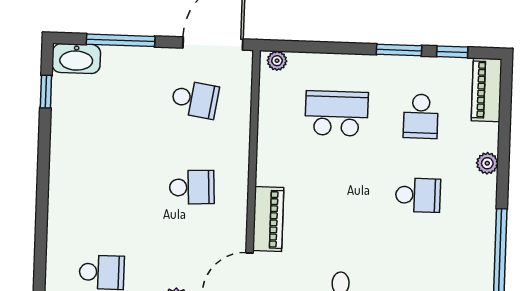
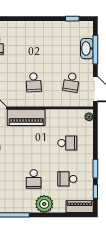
washbasin: (76, 59) -> (87, 49), moved
school desk: (337, 113) -> (67, 143), width x0.54
plant: (487, 163) -> (44, 204), width x1.88, depth x1.88
piano: (268, 219) -> (26, 117), width x1.37, depth x1.33

